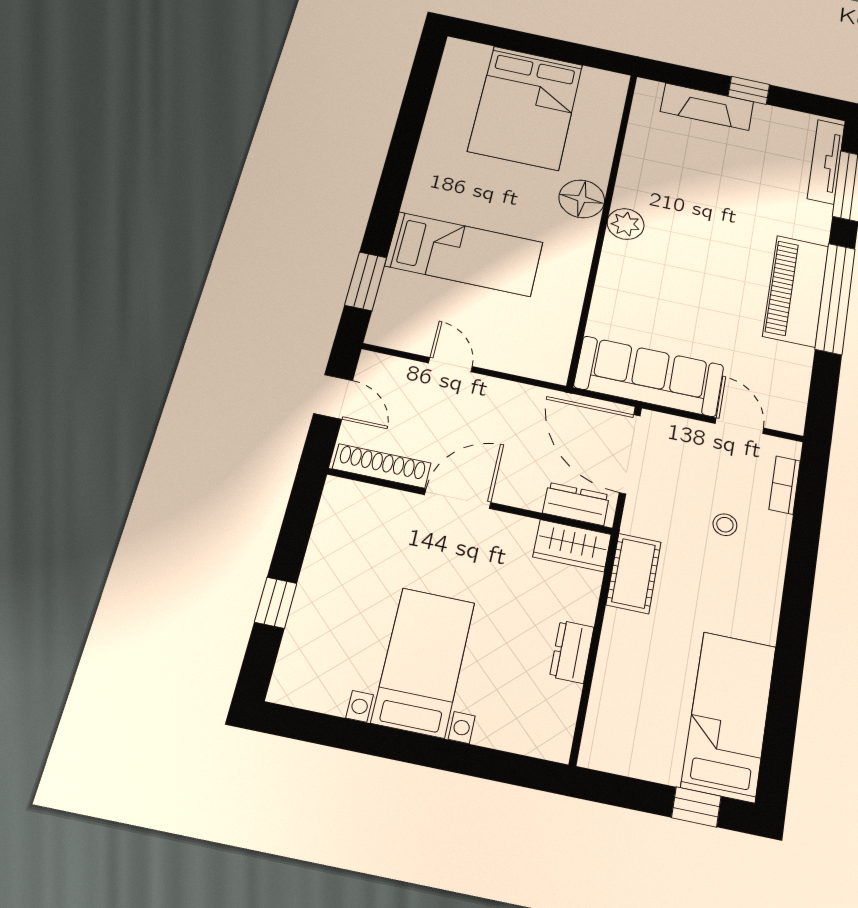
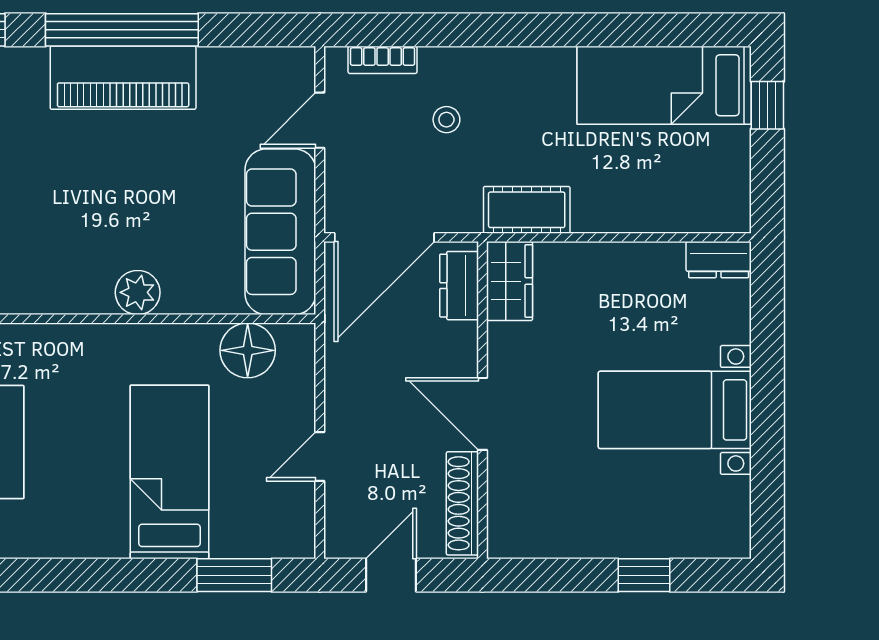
floor lamp: (582, 199) -> (248, 350), moved
plant: (626, 224) -> (138, 292), moved
dresser: (572, 652) -> (719, 260), moved

